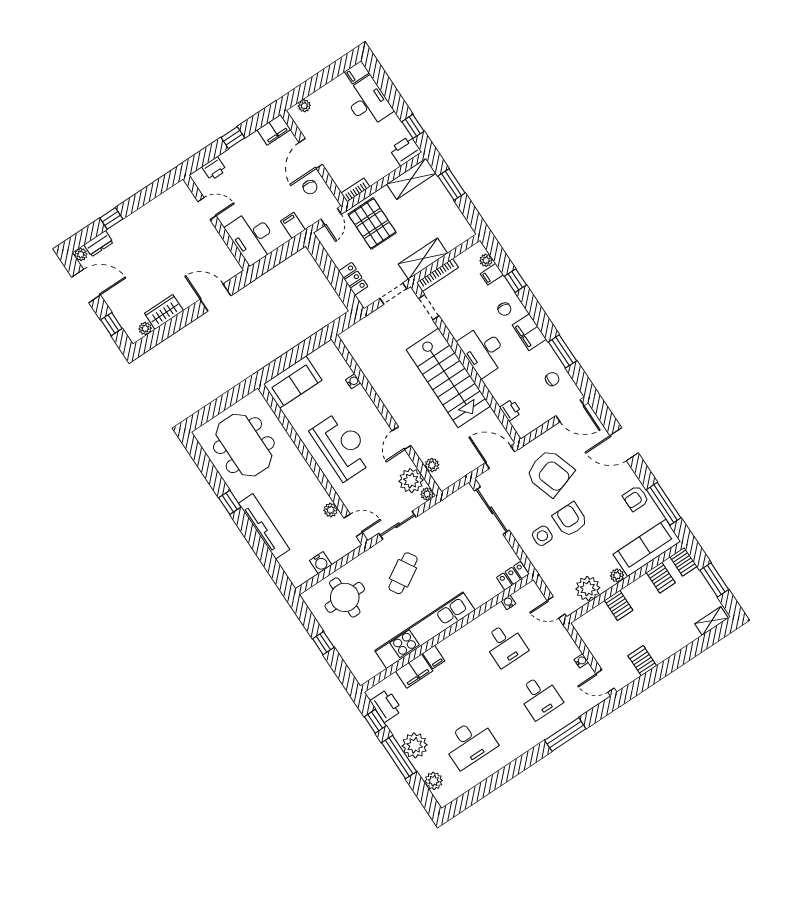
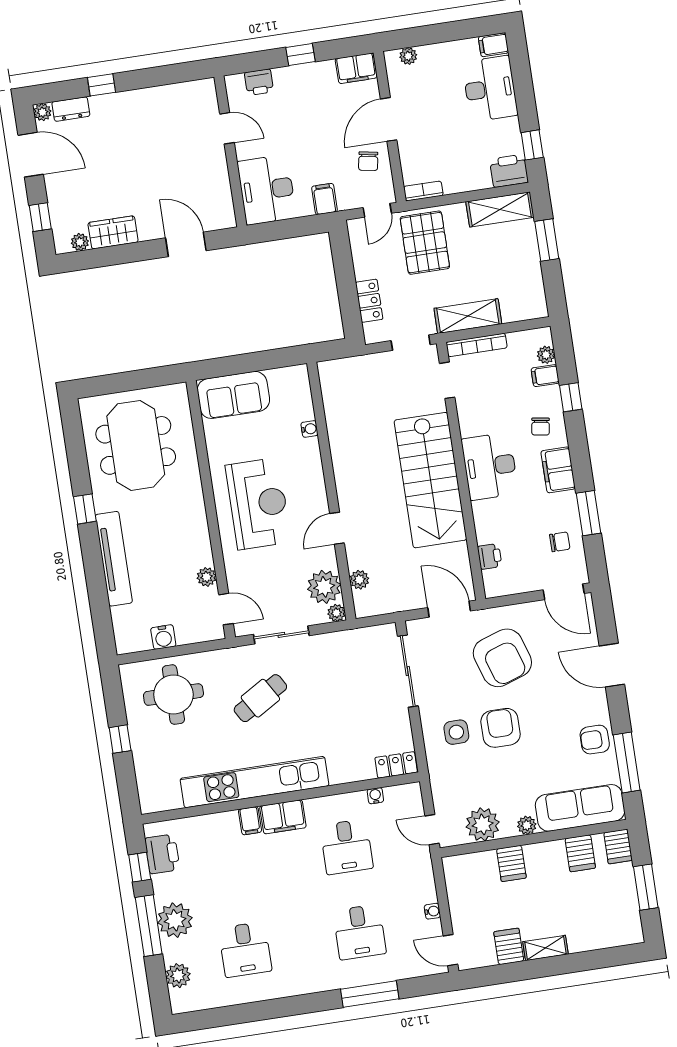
shelving: (712, 621) -> (545, 948), moved
filing cabinet: (414, 671) -> (283, 817), moved
desk: (470, 743) -> (245, 950), width x0.73

